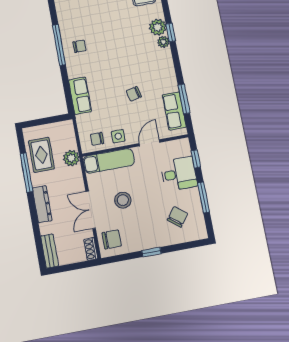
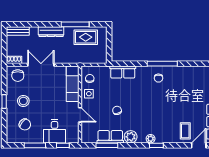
plant: (158, 27) -> (131, 137), moved
row of seats: (174, 111) -> (110, 137), moved
plant: (71, 158) -> (80, 58), removed
stool: (123, 200) -> (23, 101), moved

